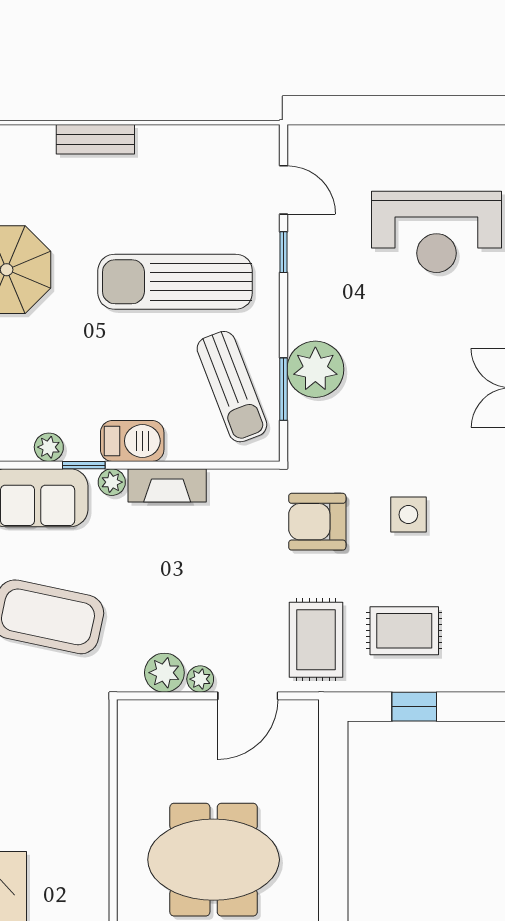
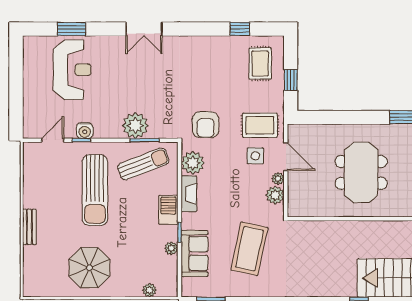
water cooler: (305, 259) -> (85, 131), added
plant: (112, 482) -> (193, 163), moved, width x1.88, depth x1.88
side table: (408, 515) -> (255, 156), moved
rug: (404, 631) -> (260, 63), moved

